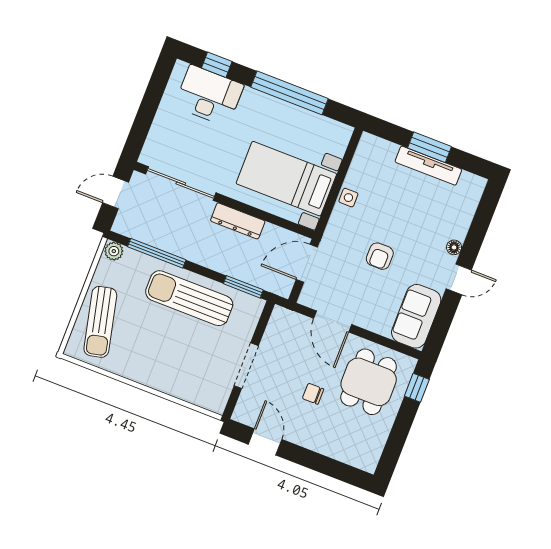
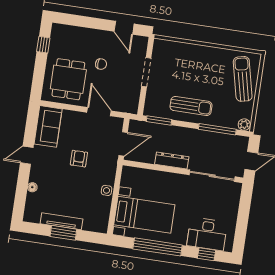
bed with nightstands: (286, 179) -> (144, 215), moved
floor lamp: (454, 247) -> (32, 187), moved
sun lounger: (189, 298) -> (191, 106), width x0.73, depth x0.75
window: (417, 388) -> (43, 45), moved

